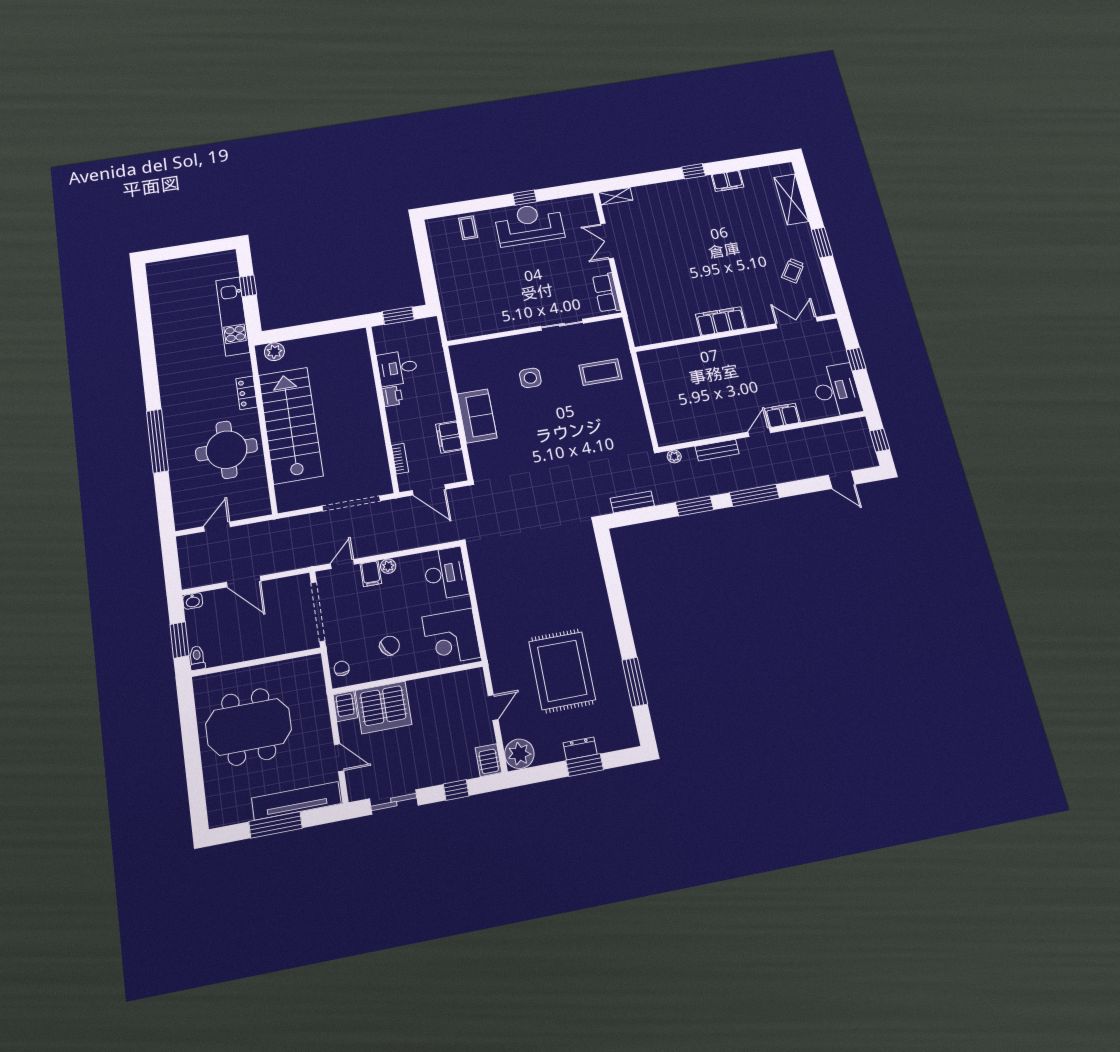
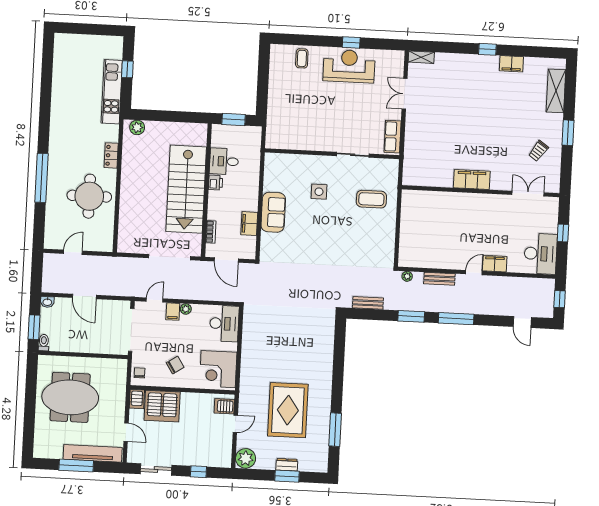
stairs: (291, 425) -> (186, 189), moved, turned 180
server rack: (488, 760) -> (224, 406), moved, turned -90

